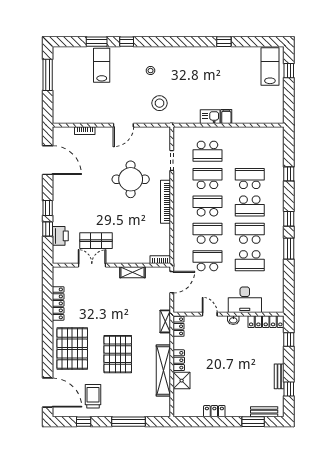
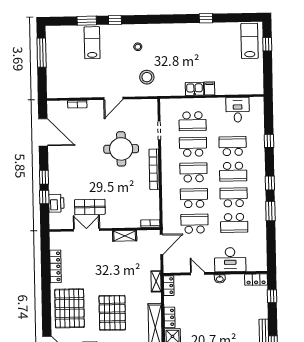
desk: (256, 140) -> (238, 110), added
locker: (266, 322) -> (256, 280), width x0.66

